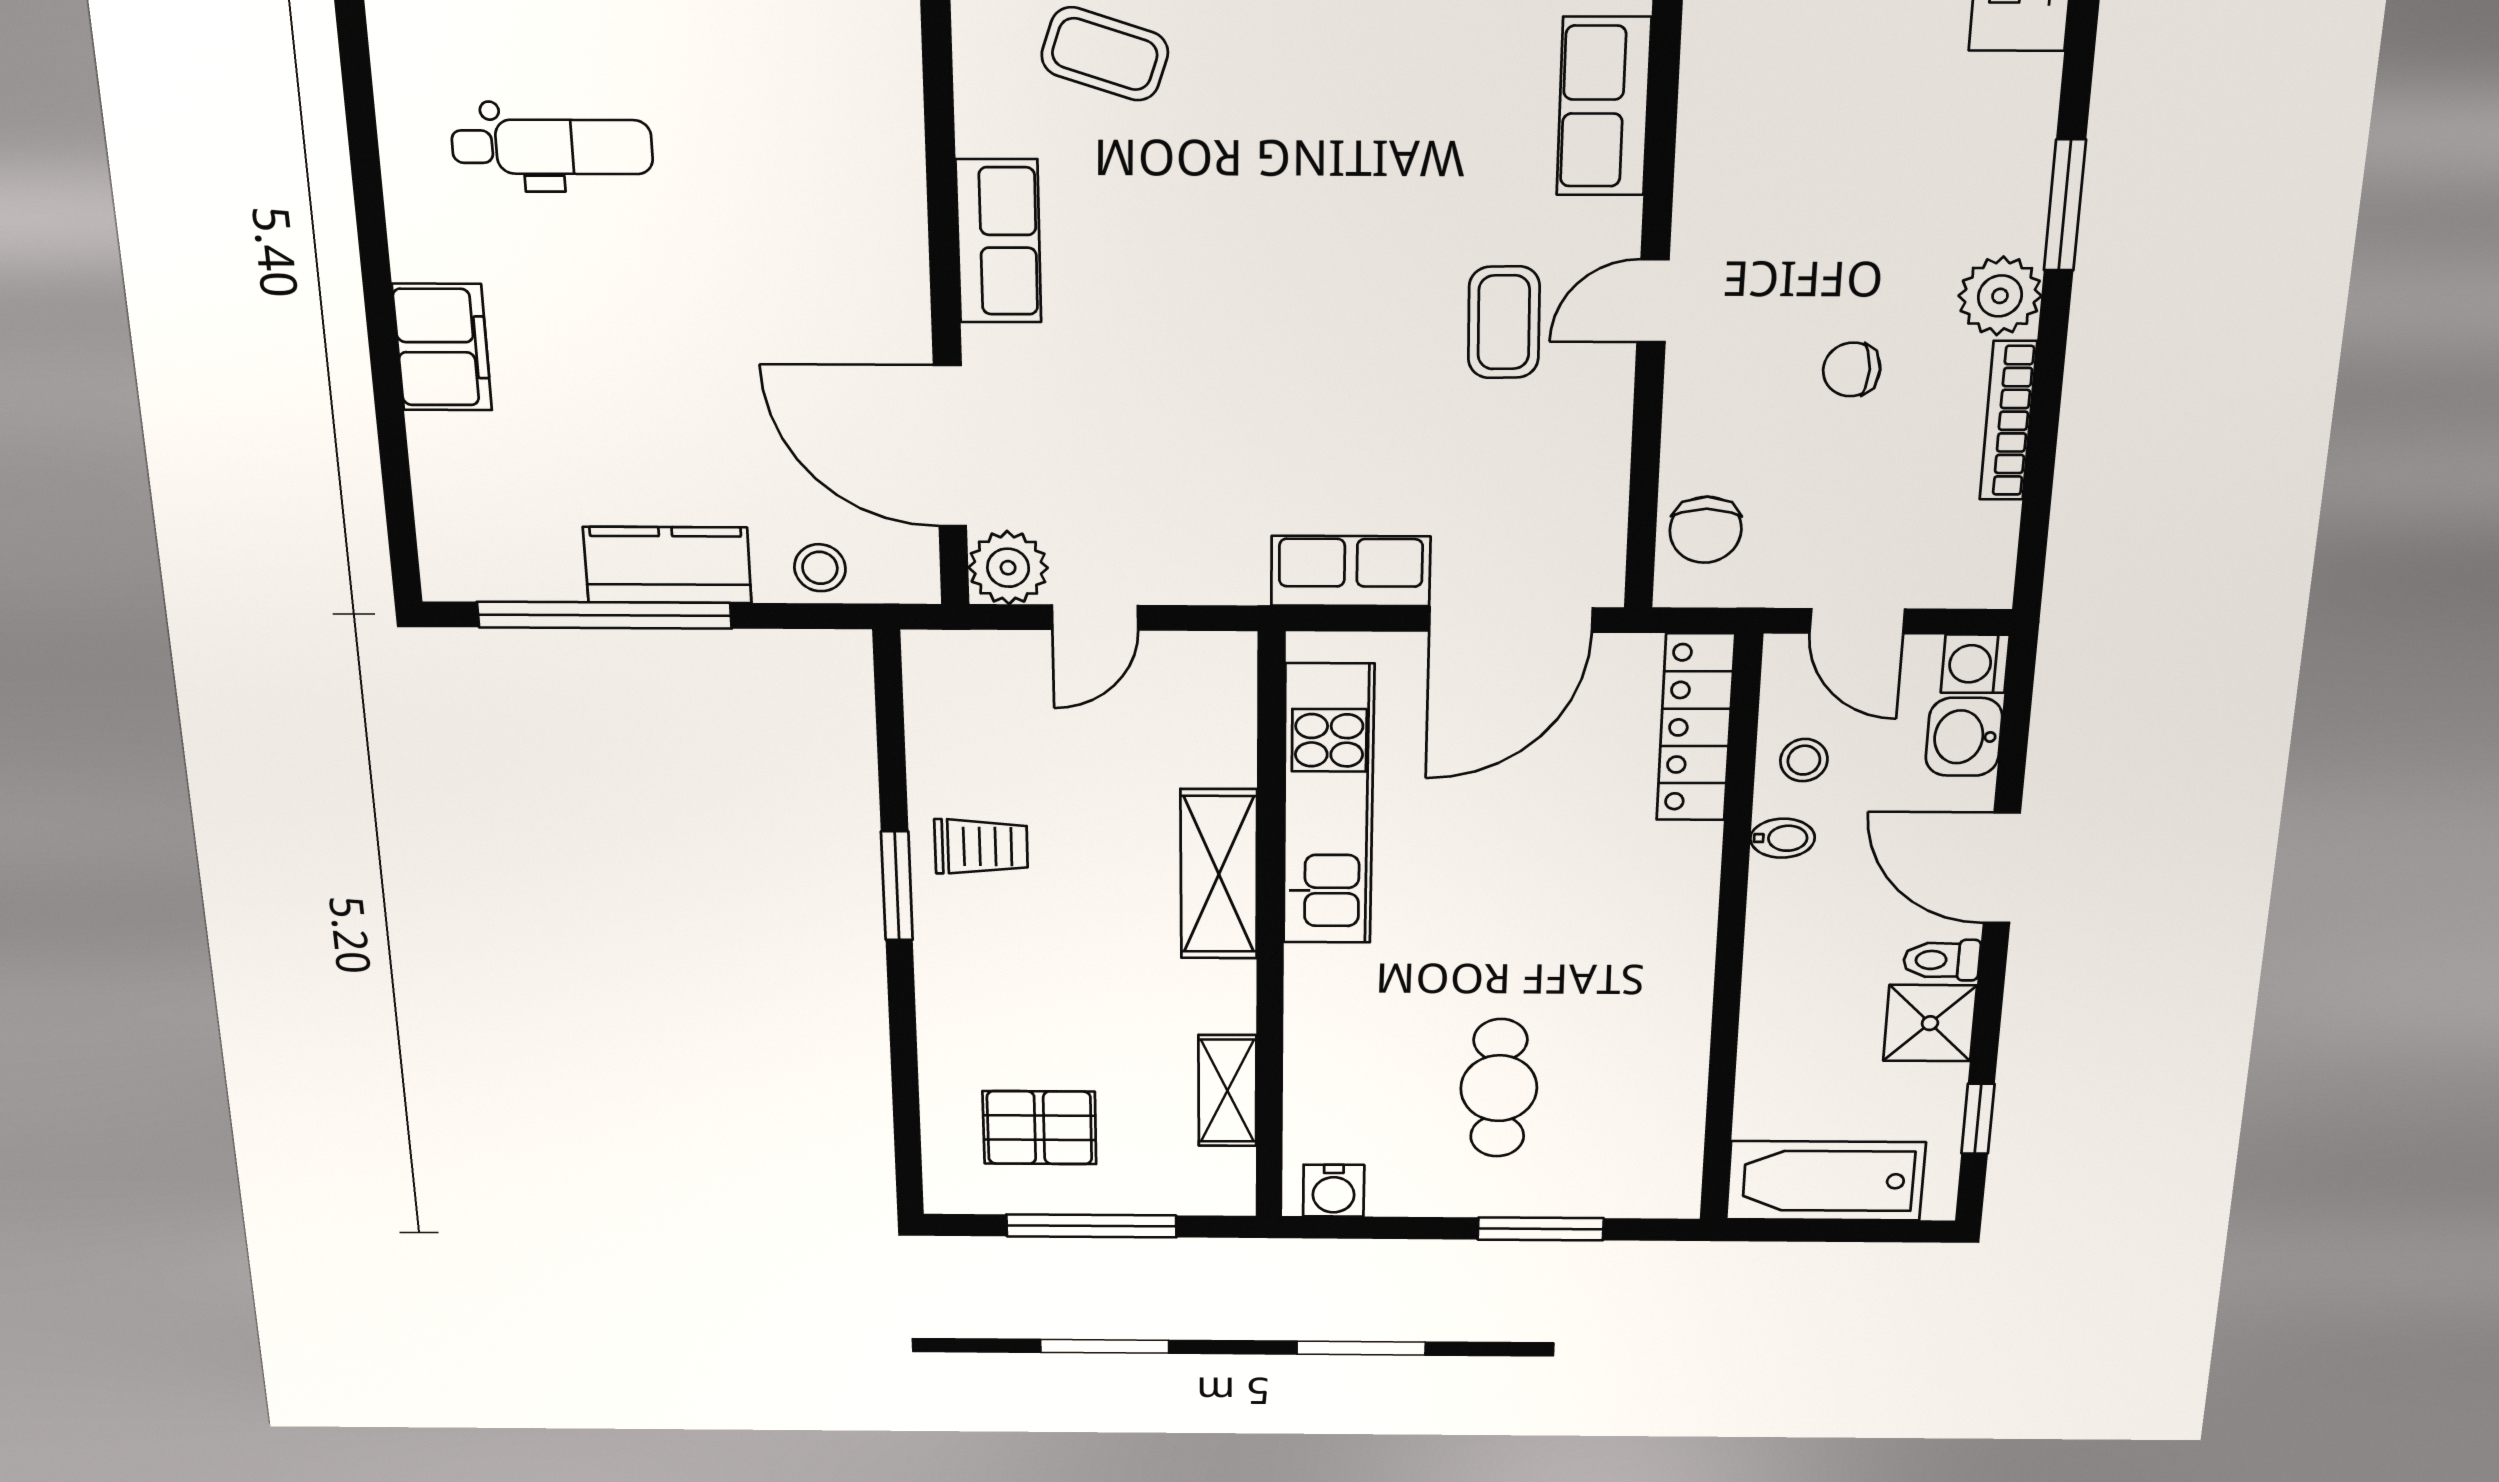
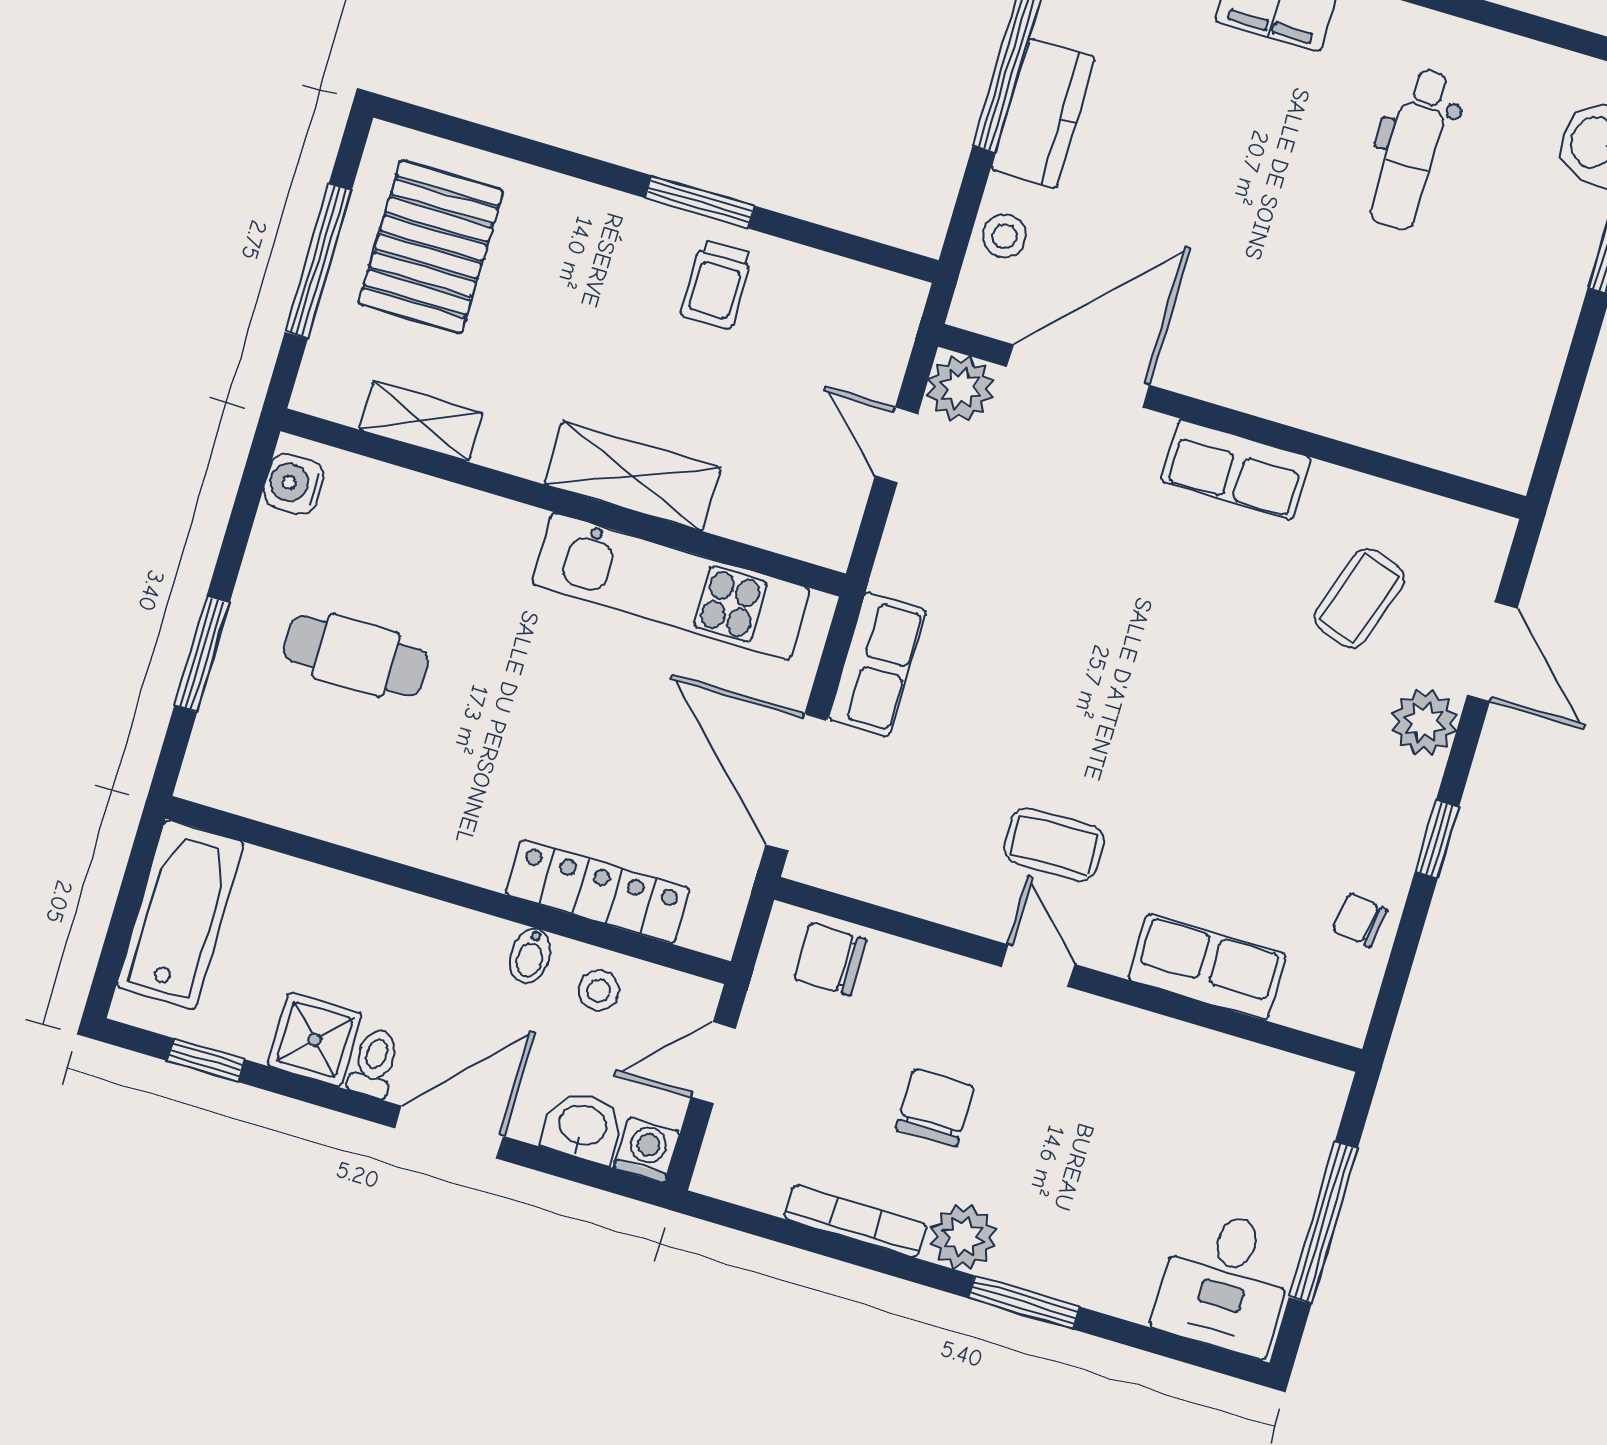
chair: (1852, 369) -> (935, 1108), width x1.37, depth x1.37
locker: (1695, 727) -> (598, 891), moved
pallet: (1039, 1128) -> (431, 247), width x1.50, depth x1.42

